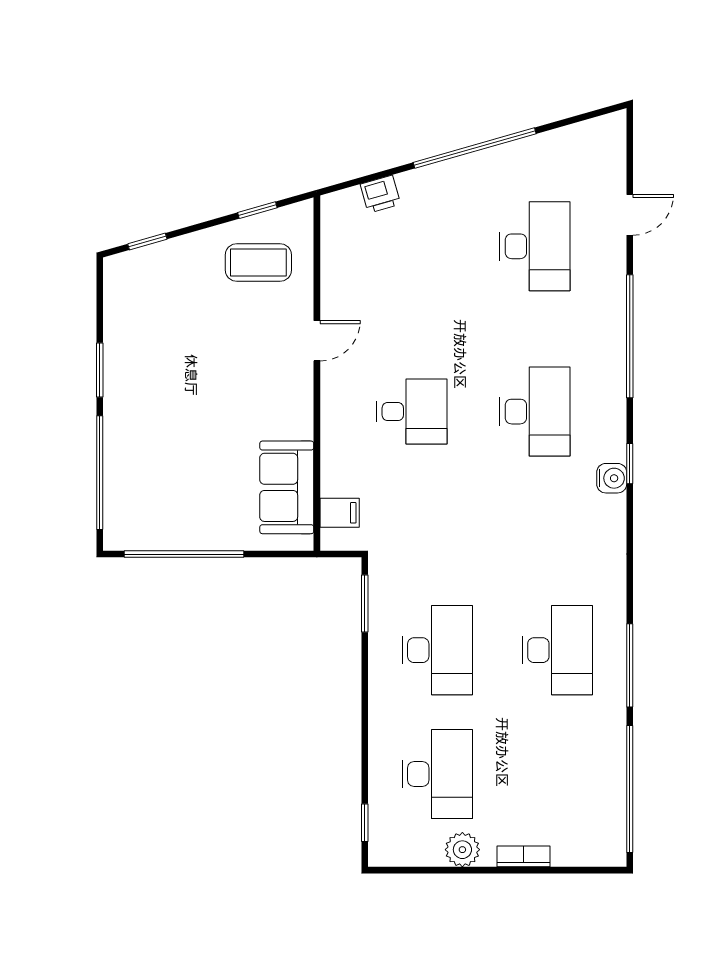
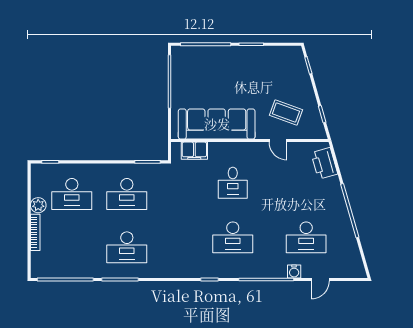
printer: (380, 194) -> (324, 163), width x1.87, depth x1.48
door: (630, 215) -> (320, 280), hinge flipped
coffee table: (258, 263) -> (286, 113), moved, turned -70
door: (317, 341) -> (278, 141), moved
water cooler: (612, 478) -> (294, 271), moved
sofa: (287, 487) -> (217, 124), width x1.85, depth x1.27
filing cabinet: (340, 513) -> (194, 151), width x2.00
bookcase: (523, 856) -> (35, 232), width x1.56

